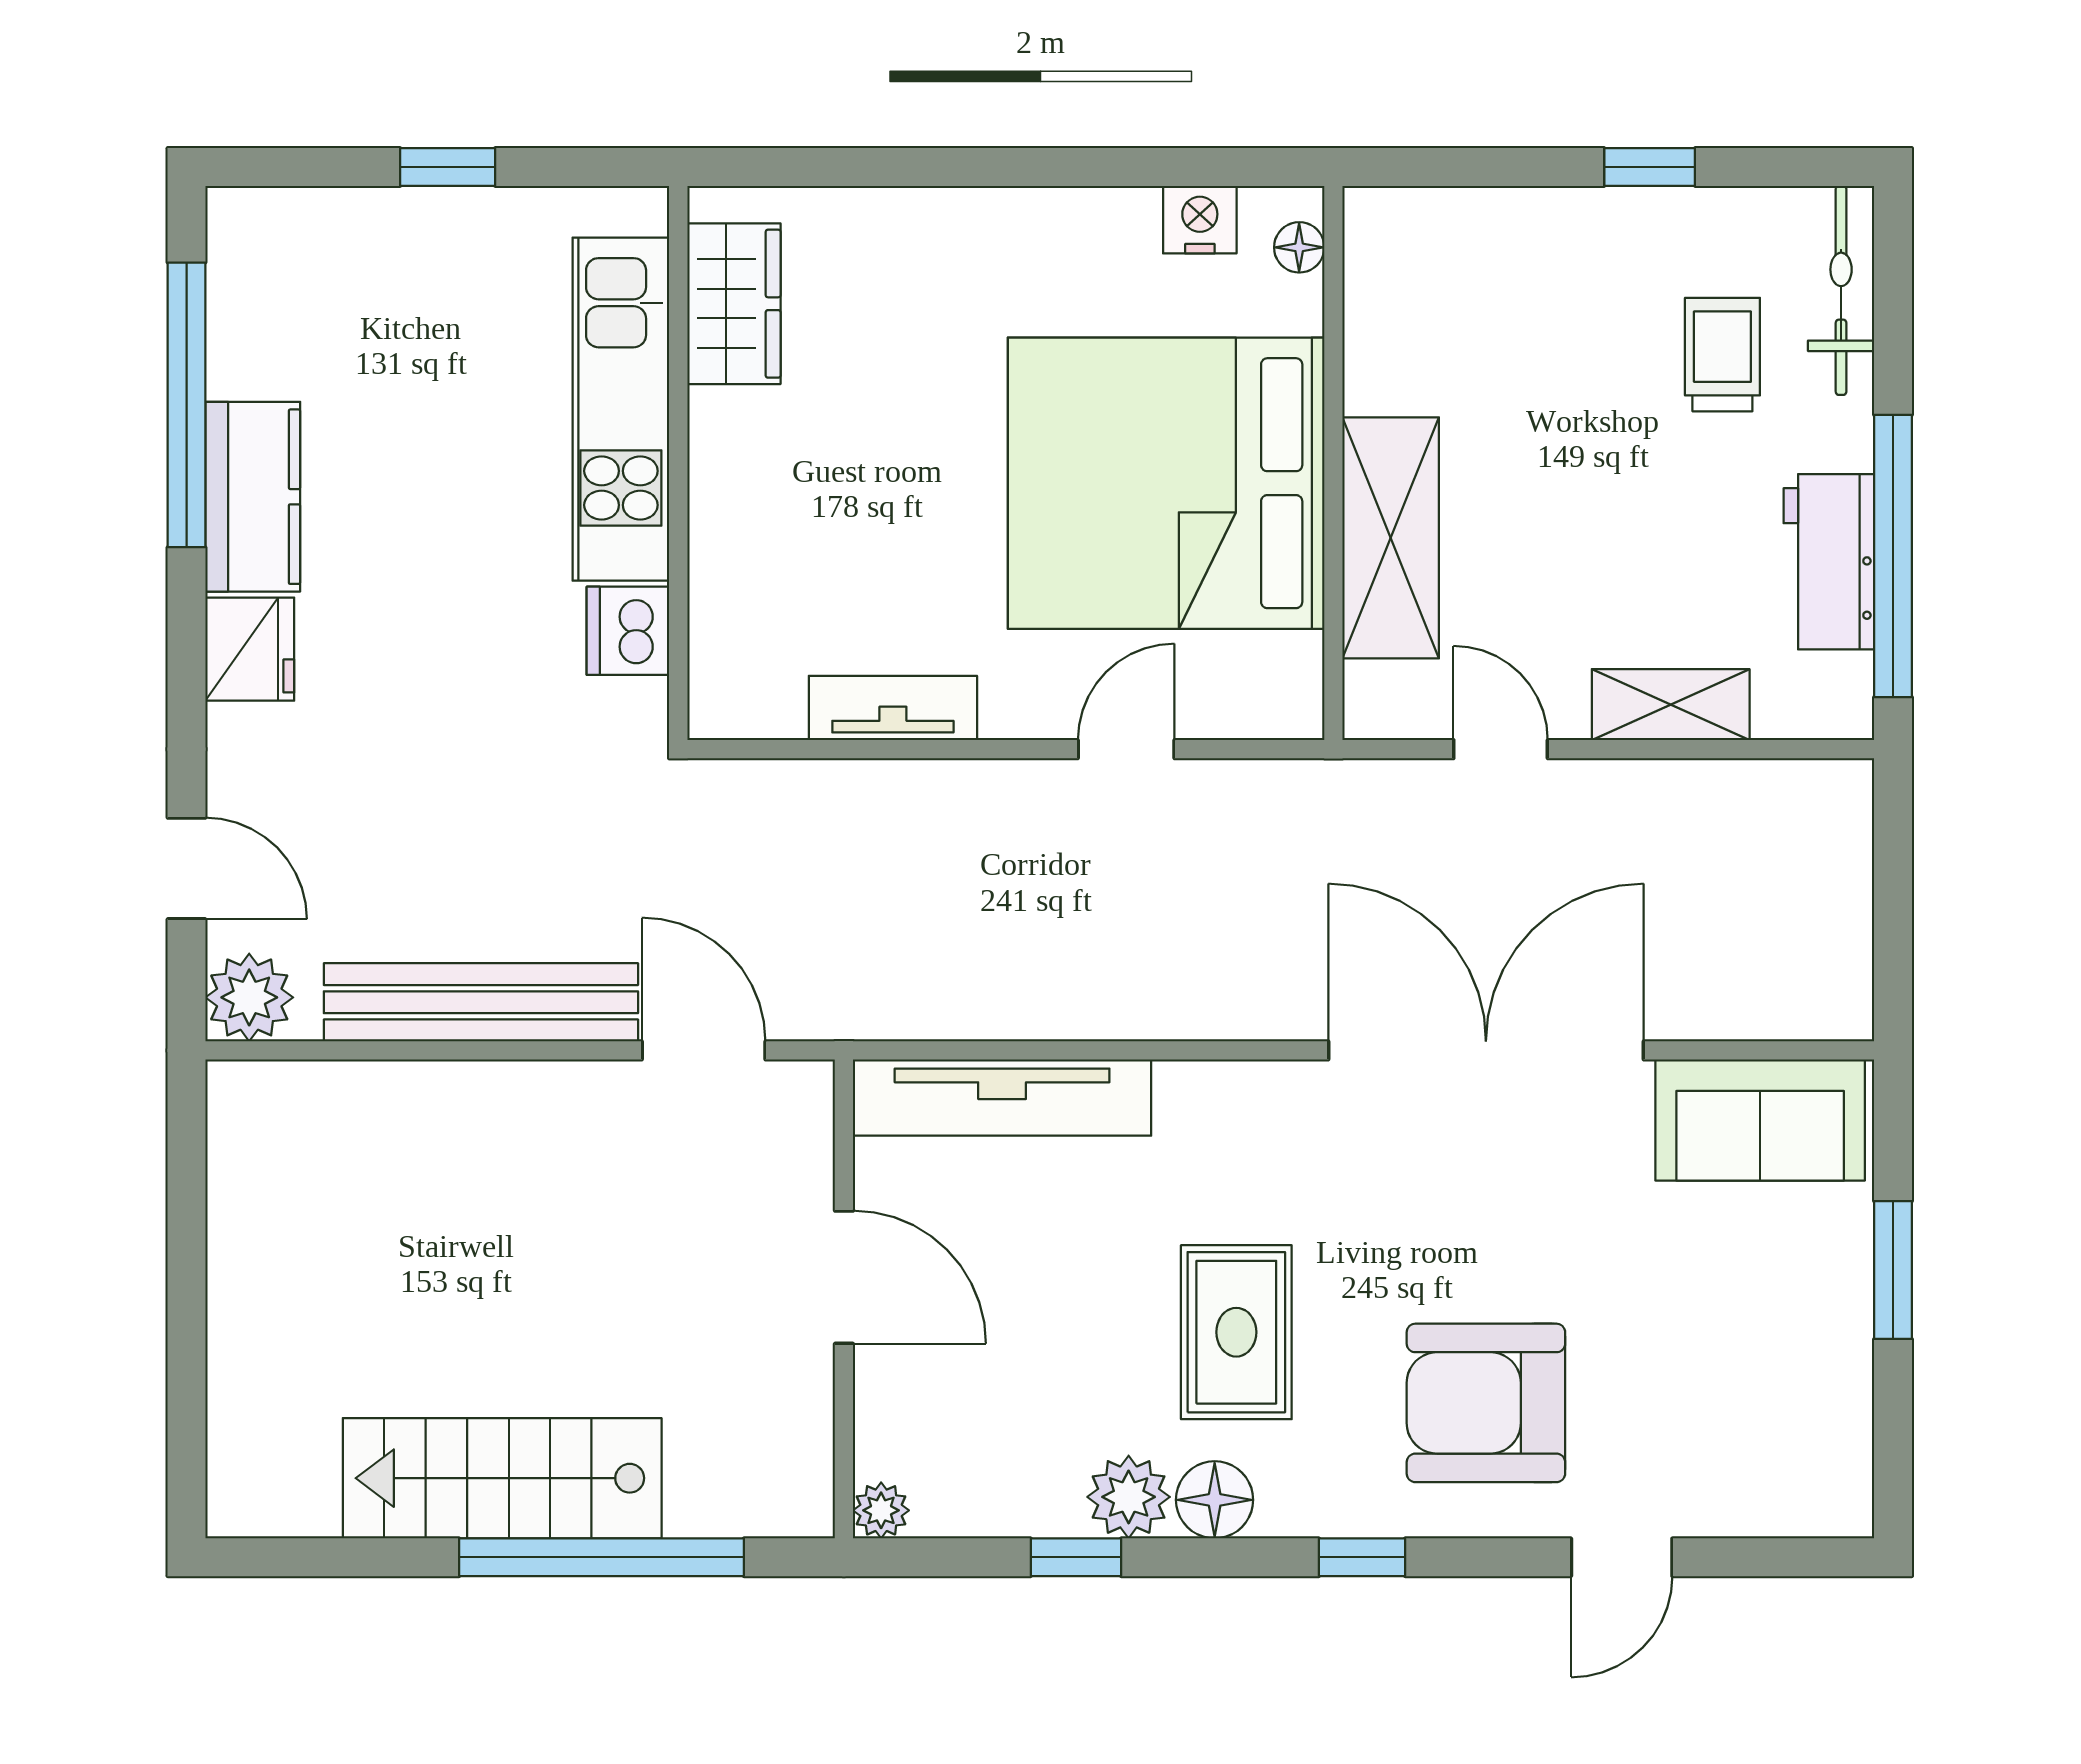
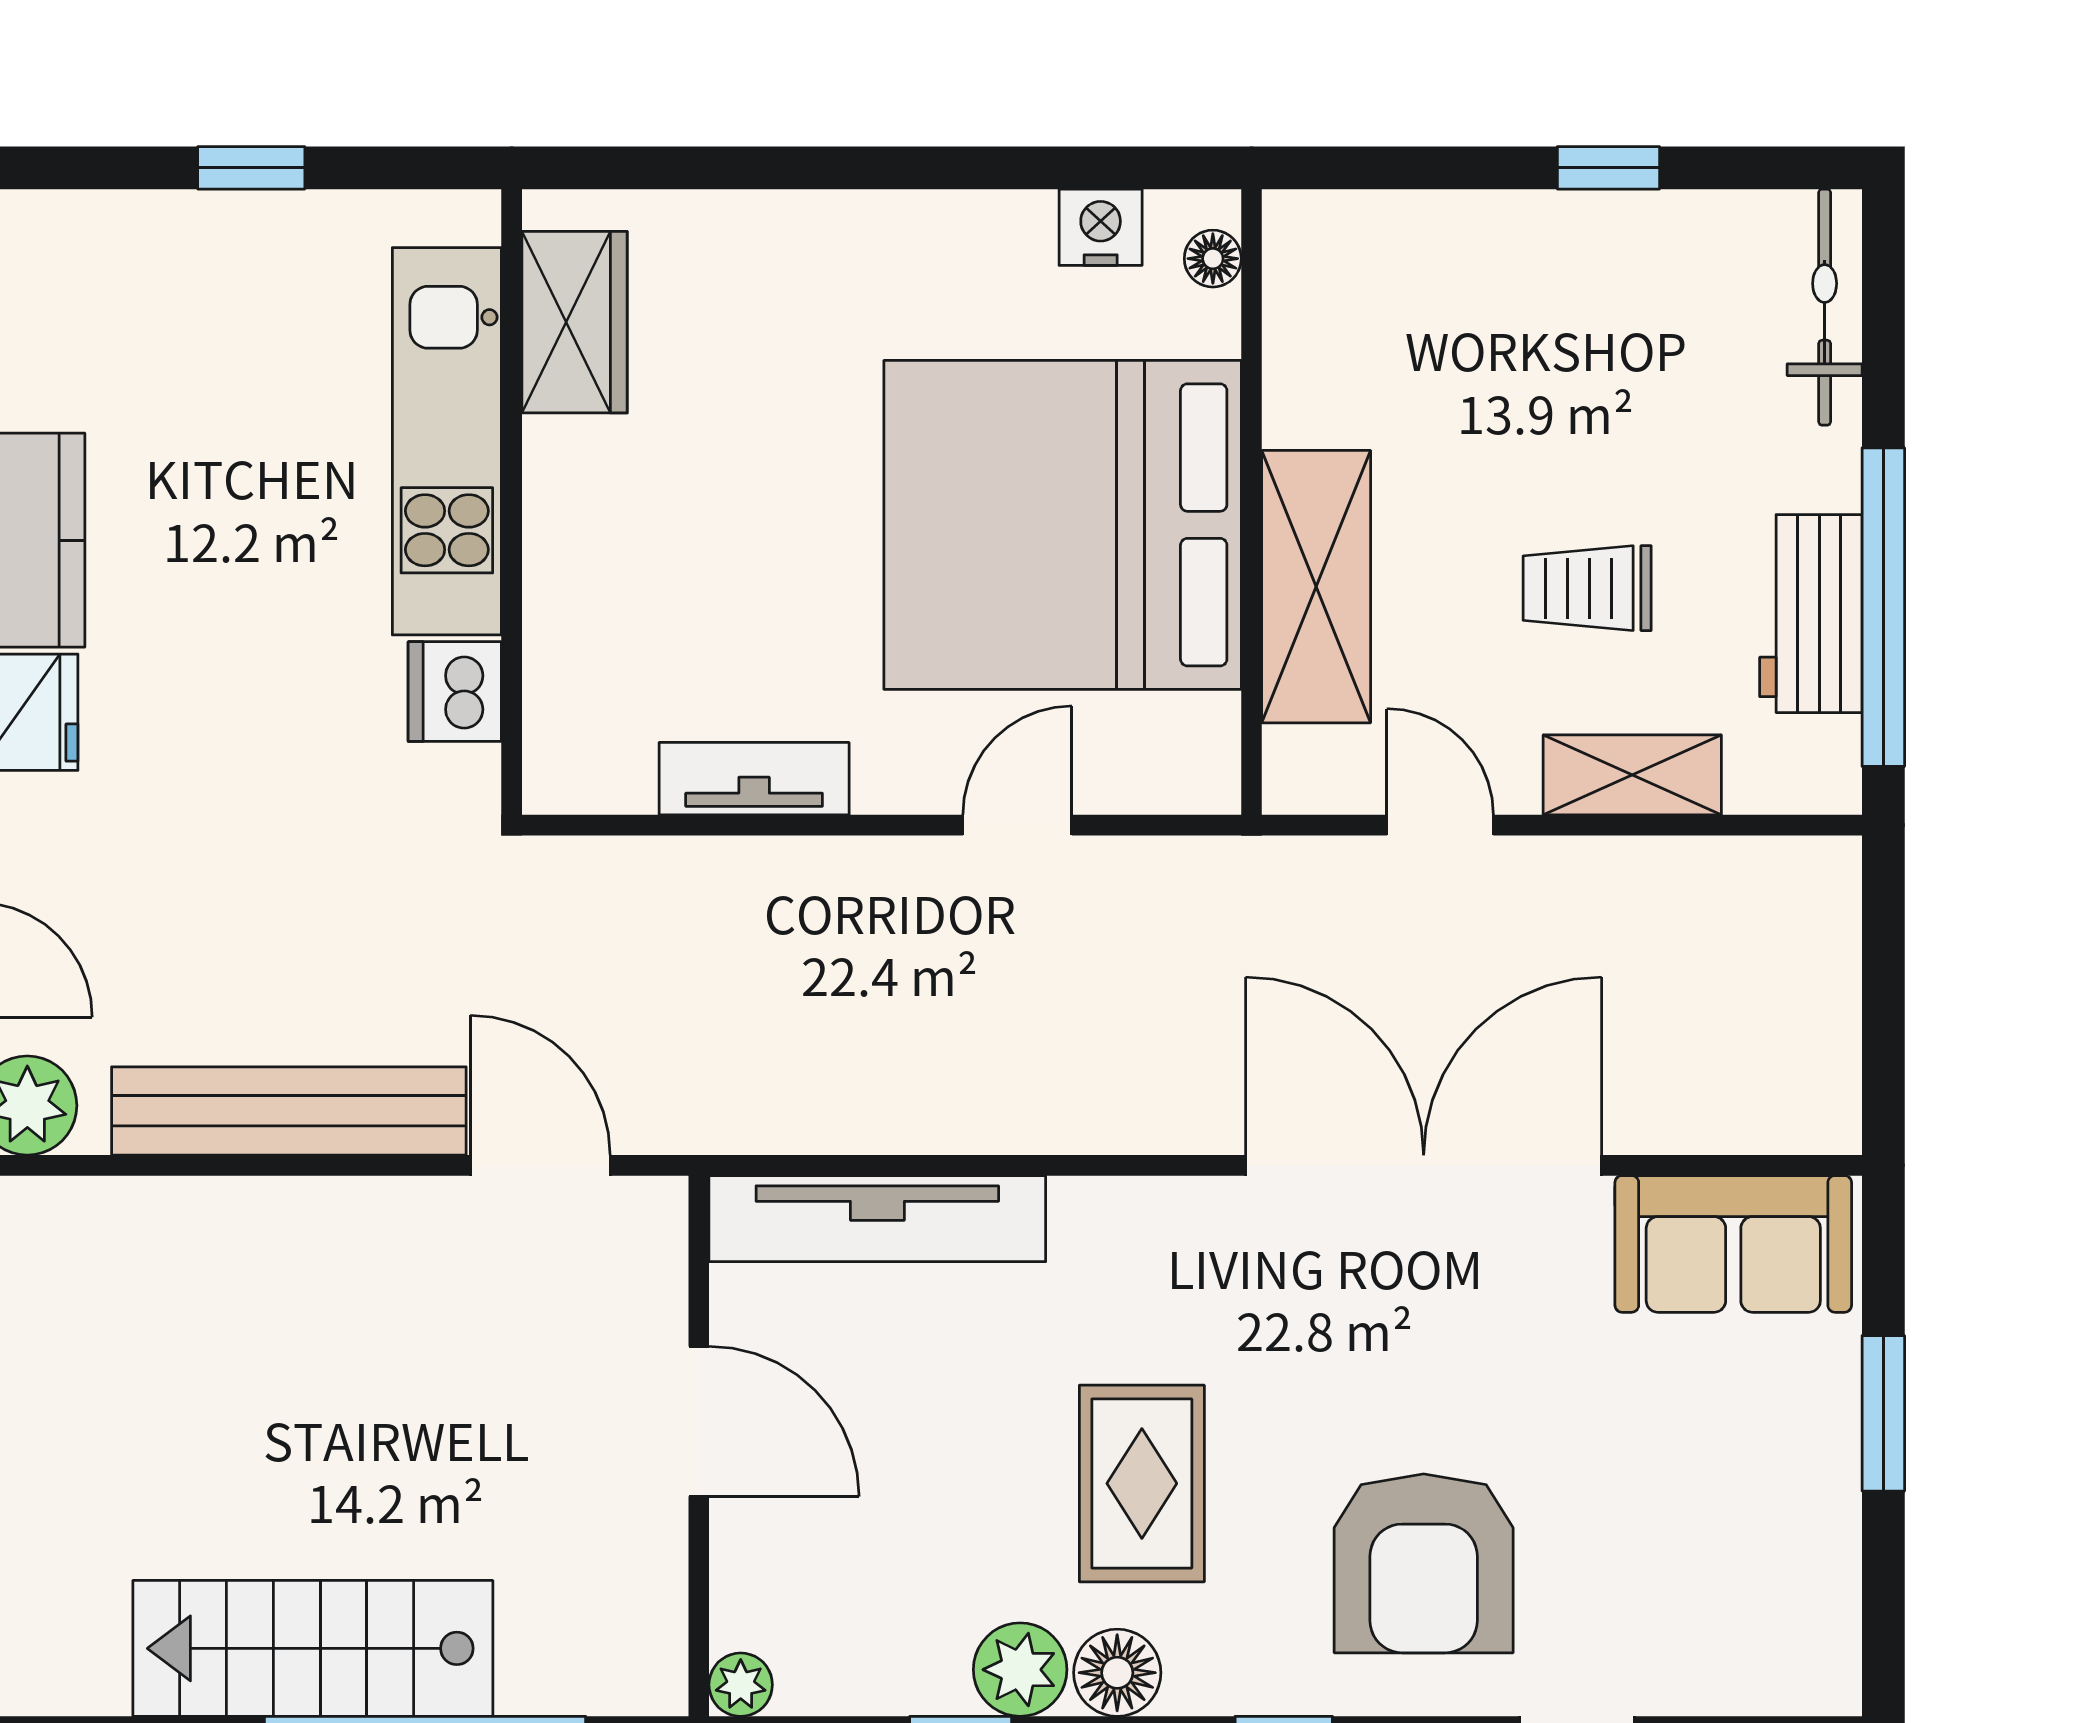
trolley: (1722, 355) -> (1587, 588), moved, turned -90
armchair: (1486, 1403) -> (1424, 1563), turned -90

